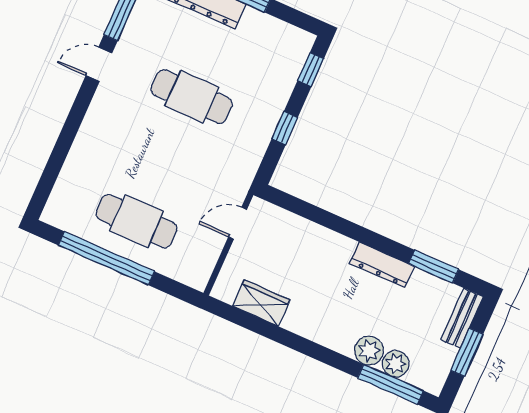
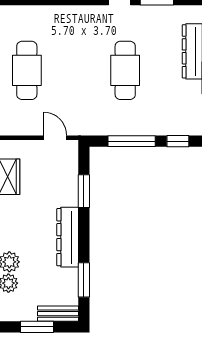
window: (285, 128) -> (132, 141), width x2.17
window: (321, 217) -> (84, 191), added
dresser: (382, 265) -> (68, 237), width x1.37, depth x1.24

